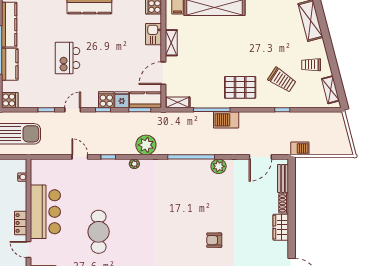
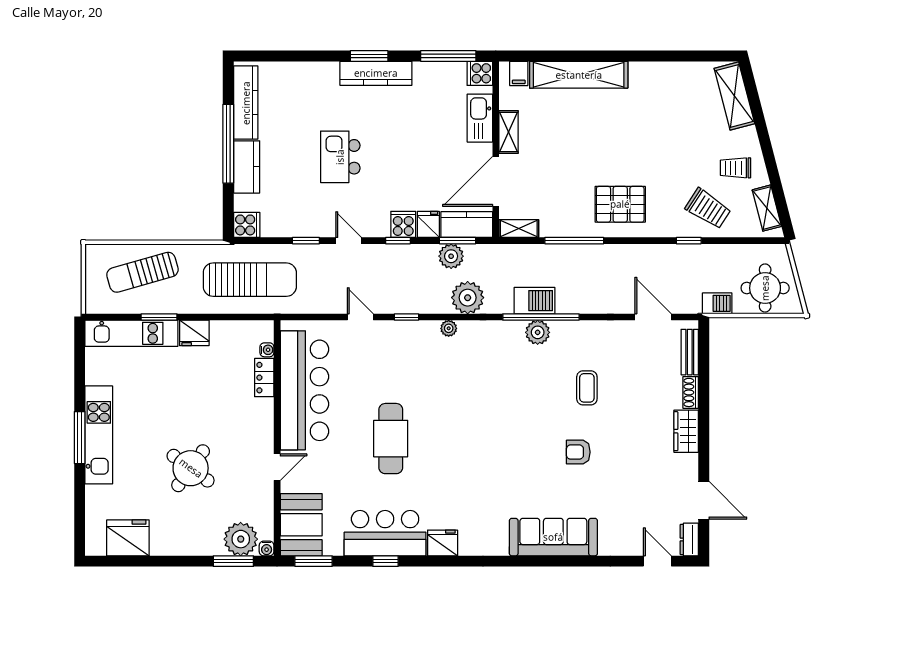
kitchen sink: (154, 34) -> (480, 118), width x1.38
door: (163, 73) -> (496, 181), width x1.36
trolley: (282, 80) -> (708, 209), moved
door: (73, 110) -> (349, 241), hinge flipped
plant: (136, 119) -> (451, 256), added
barbecue: (226, 120) -> (534, 301), moved, turned 180
round table: (329, 139) -> (765, 288), added
door: (260, 157) -> (653, 317), swing flipped
plant: (219, 166) -> (538, 332), moved
coffee table: (220, 201) -> (587, 388), added
bar counter: (45, 212) -> (304, 390), width x1.36
locker: (21, 223) -> (264, 378), moved
door: (28, 249) -> (277, 467), swing flipped

